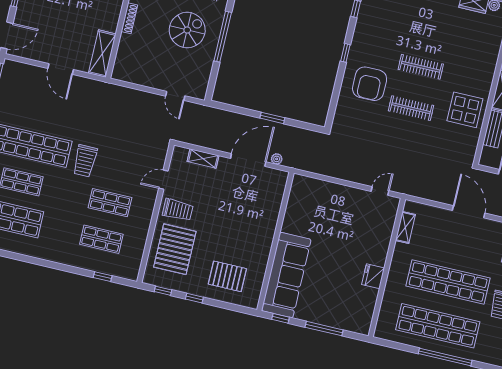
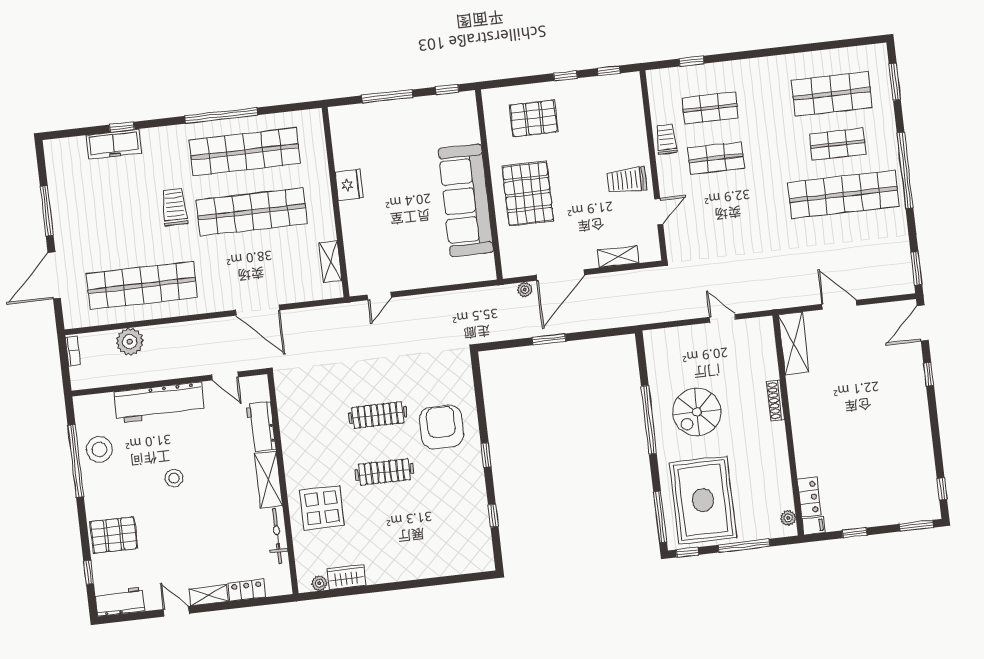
door: (175, 96) -> (723, 318), moved
display table: (465, 110) -> (322, 508), moved
trolley: (85, 161) -> (666, 139), moved, width x0.73, depth x0.72
pallet: (175, 249) -> (528, 194), moved
sofa: (286, 275) -> (466, 200), moved

